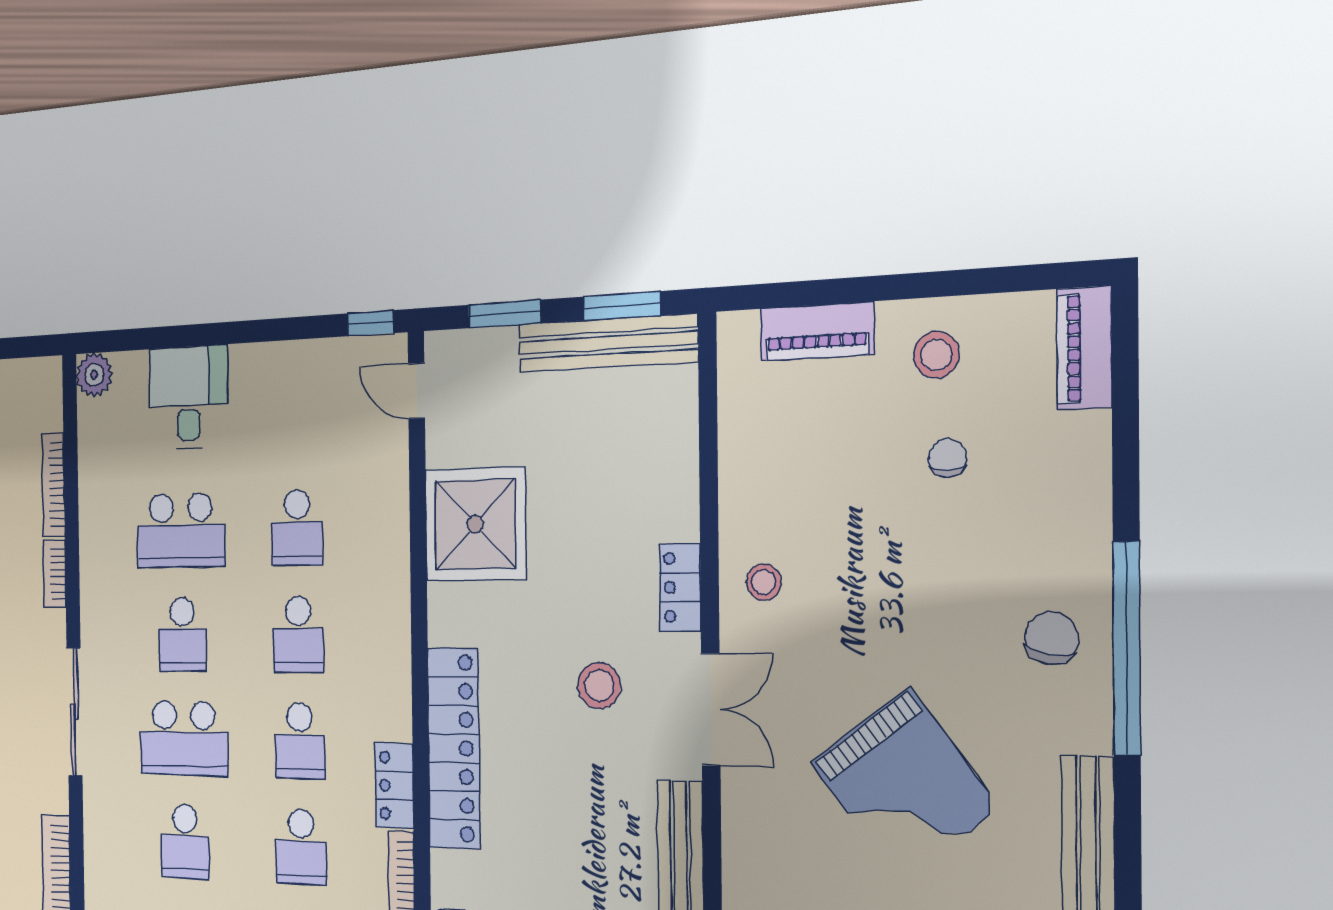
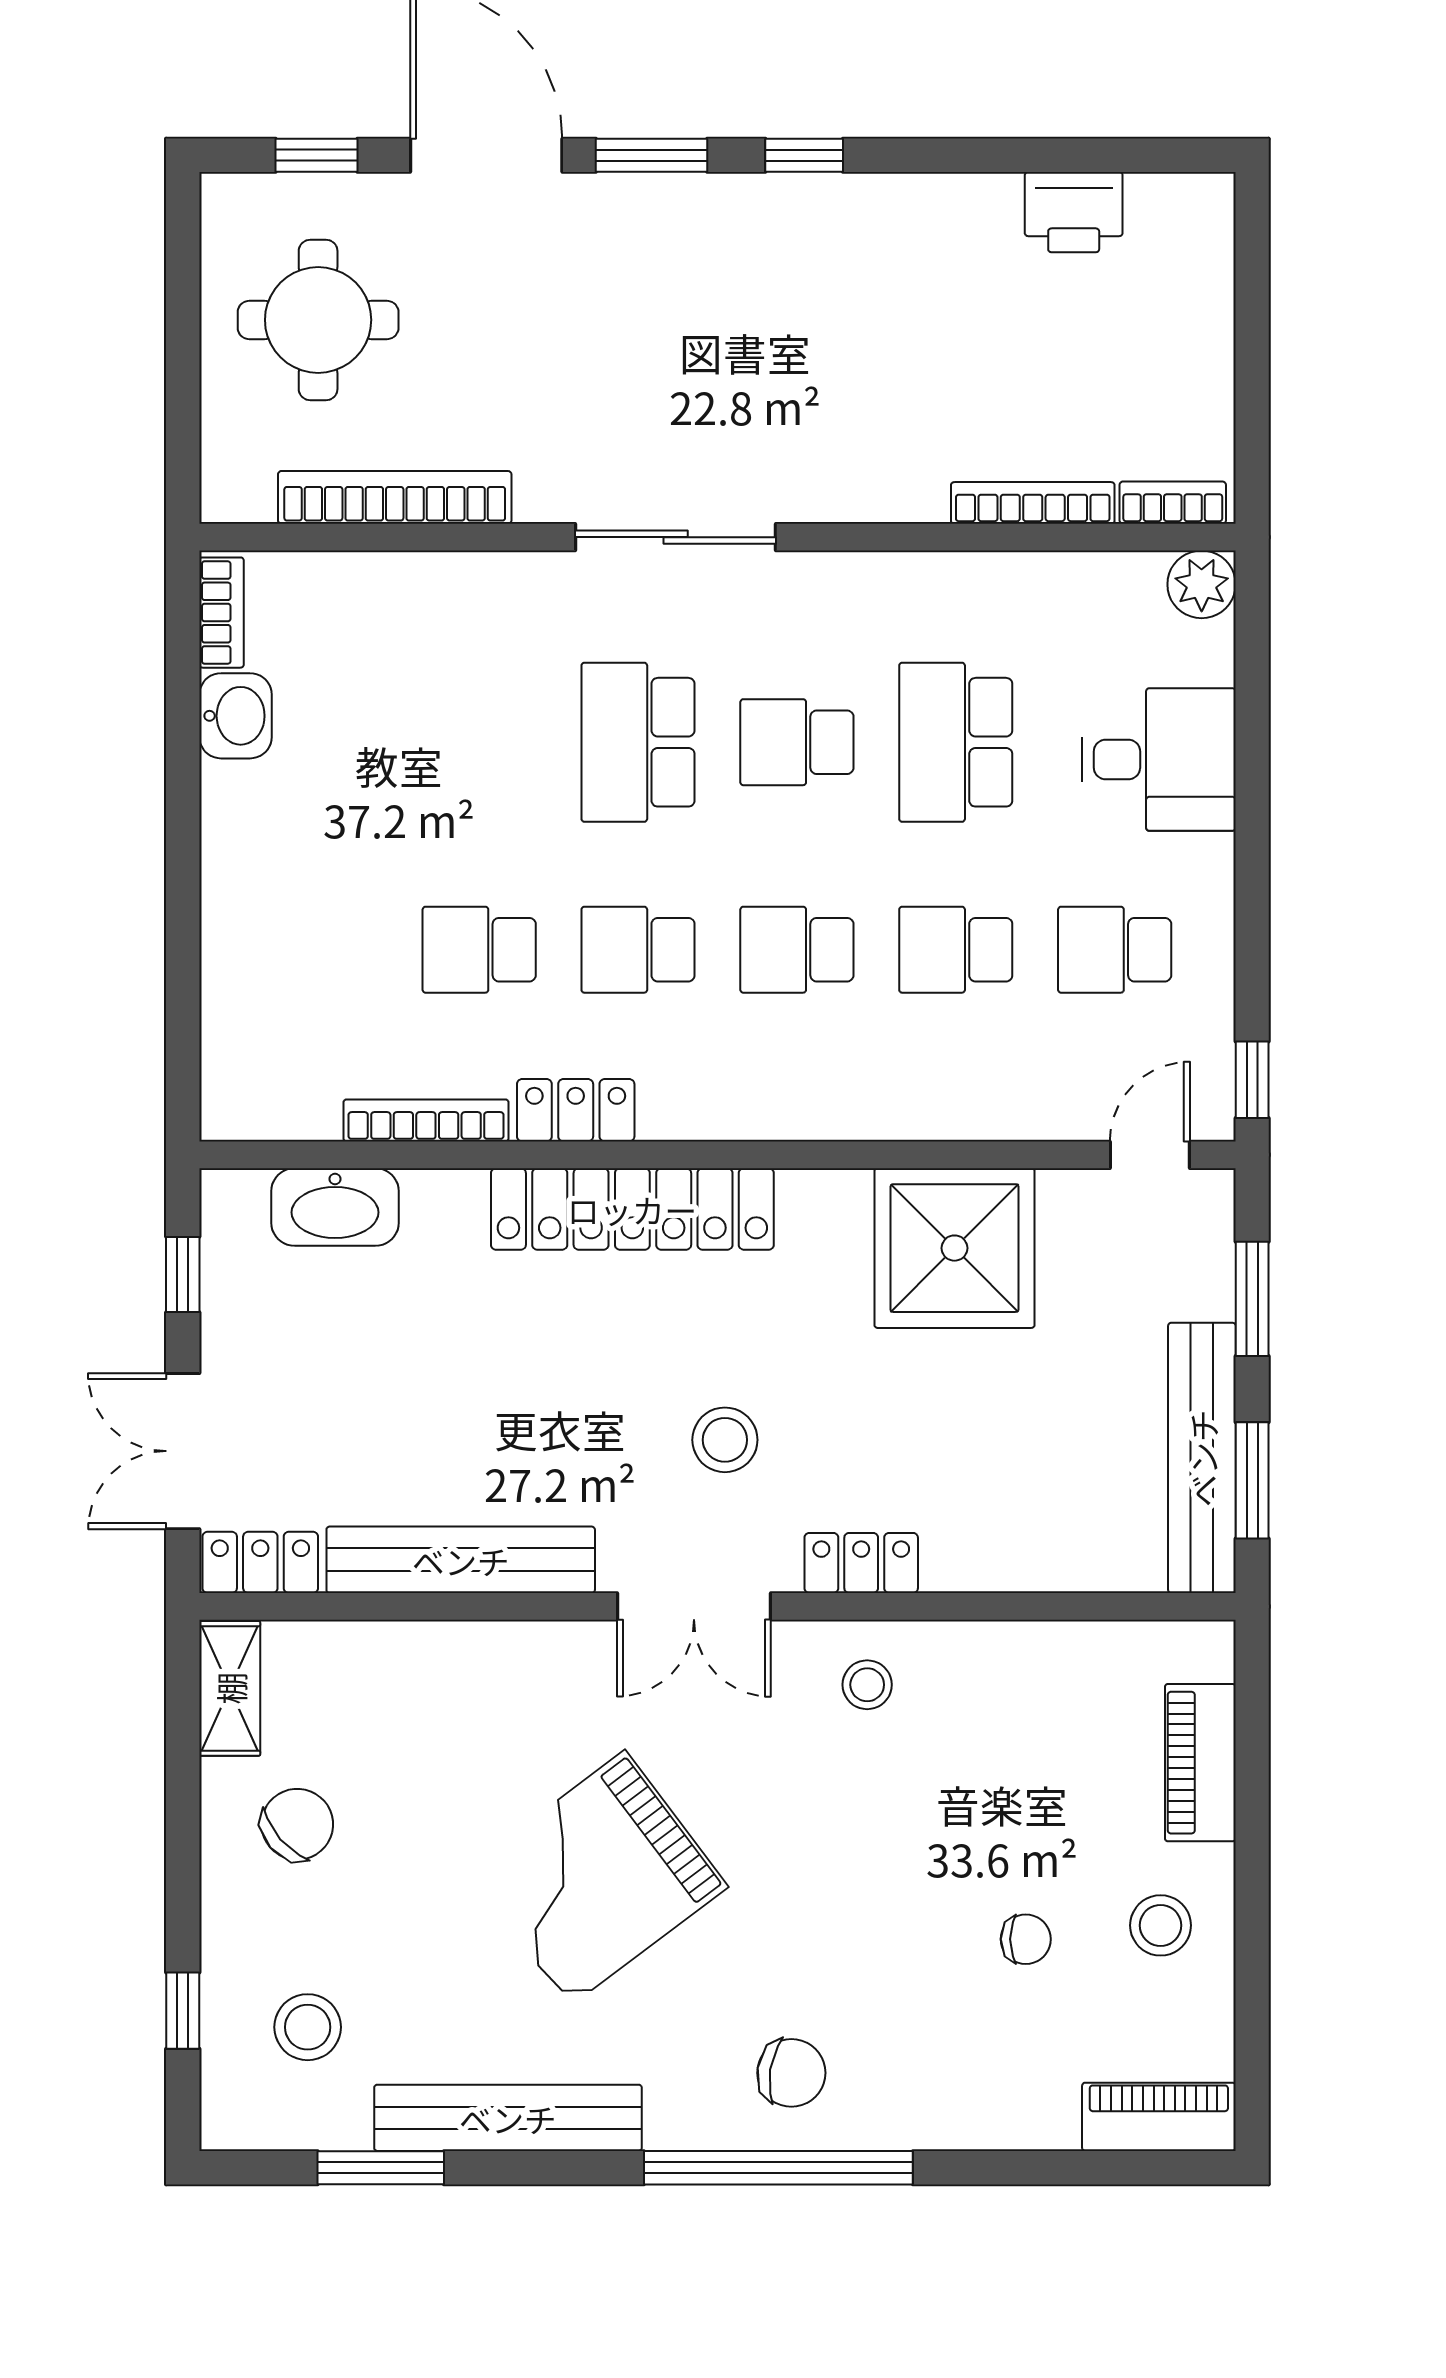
bookcase: (55, 574) -> (1173, 503), moved
school desk: (185, 842) -> (1115, 950), moved

